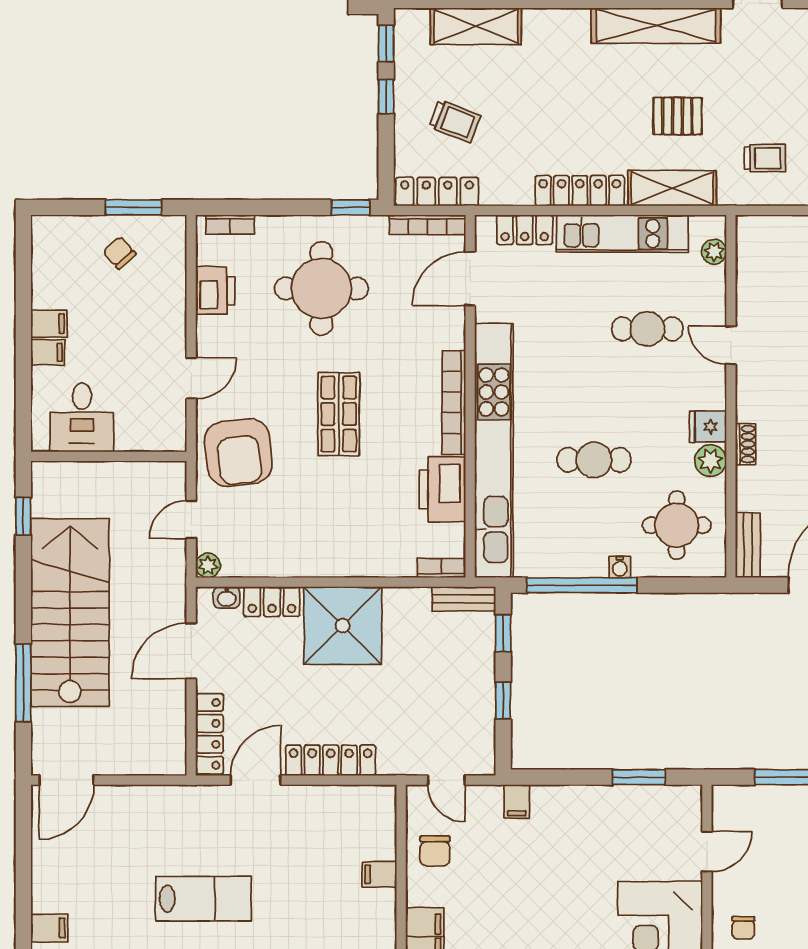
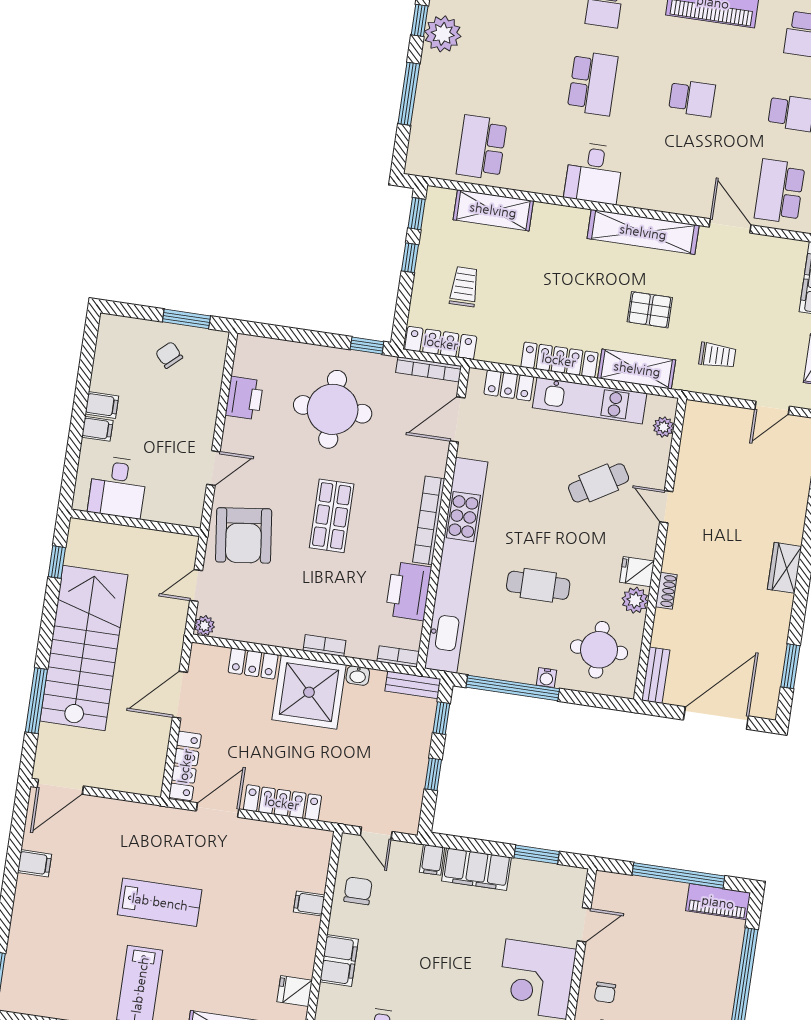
trolley: (455, 121) -> (464, 287), turned -111
bookcase: (230, 225) -> (324, 646), moved, turned 180
cafe table: (647, 329) -> (599, 483), turned -31
washbasin: (227, 597) -> (358, 676), moved
filing cabinet: (571, 805) -> (477, 869), added
chair: (435, 851) -> (358, 891), turned 180
filing cabinet: (49, 928) -> (35, 863), moved

